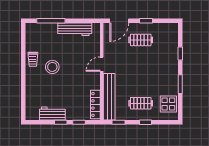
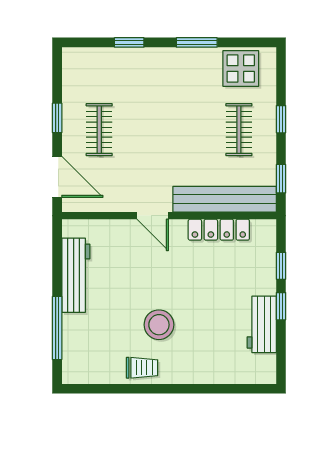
locker: (95, 104) -> (219, 230), moved

